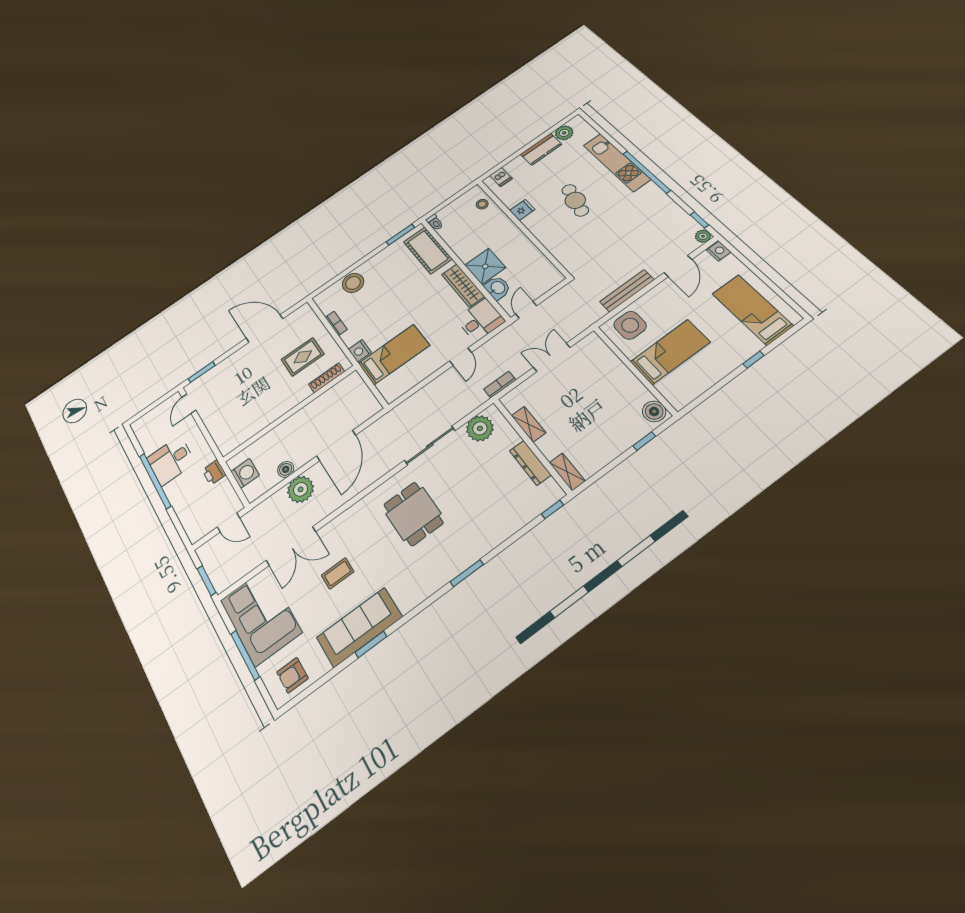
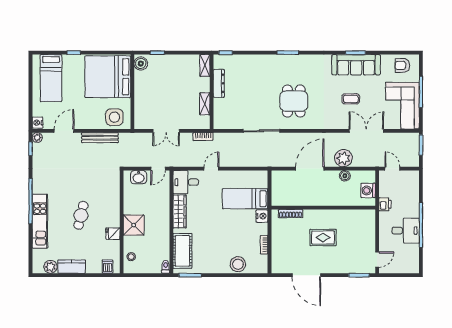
shower: (485, 266) -> (134, 225), moved
washbasin: (497, 288) -> (139, 177), moved, turned -90
bed: (670, 352) -> (108, 77), width x2.04
rug: (303, 357) -> (323, 238), moved
plant: (480, 428) -> (230, 120), removed
armchair: (292, 675) -> (402, 65), turned 180

